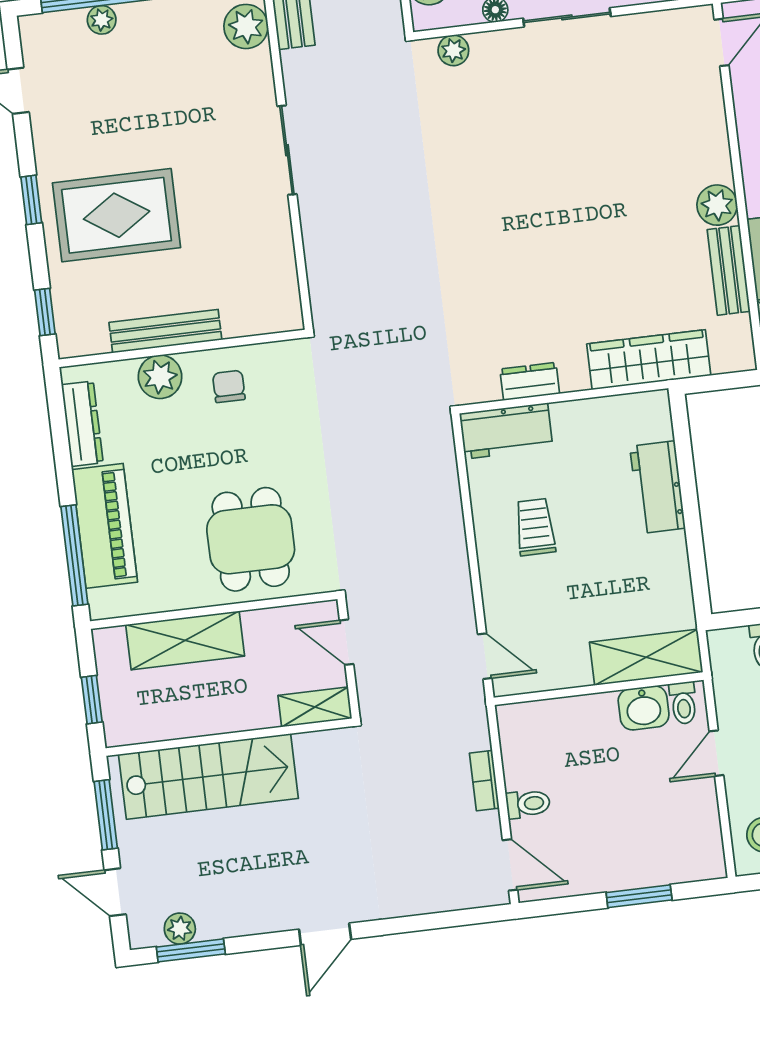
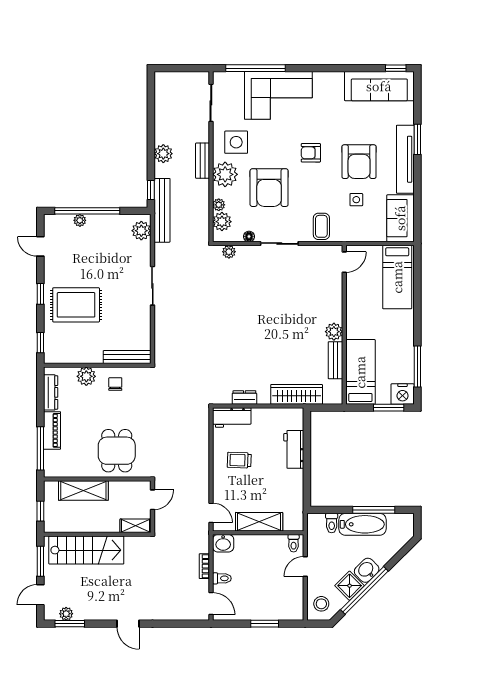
bench: (165, 331) -> (127, 357), moved
piano: (105, 526) -> (52, 430), width x0.73, depth x0.75
trolley: (535, 527) -> (239, 460), turned -88
door: (347, 642) -> (152, 500), swing flipped
shelving: (646, 657) -> (259, 522), moved
washbasin: (644, 708) -> (223, 543), moved
door: (115, 892) -> (40, 595), hinge flipped
door: (325, 934) -> (128, 624), hinge flipped

